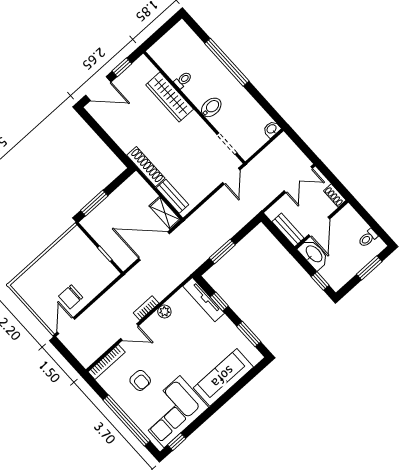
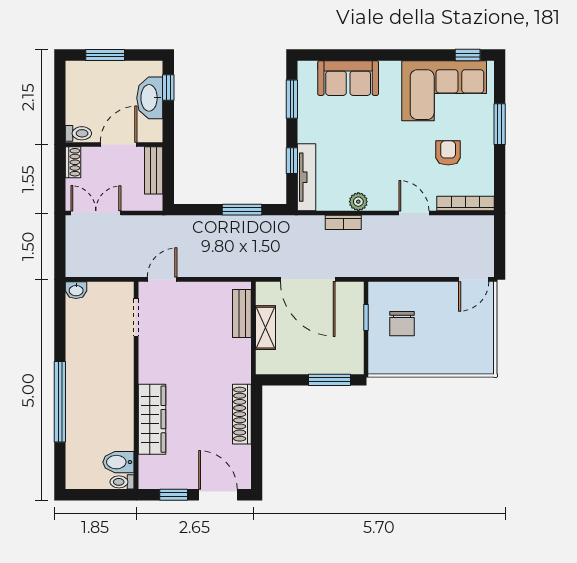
toilet: (183, 80) -> (122, 482), moved
bidet: (211, 107) -> (118, 462), moved
shoe rack: (146, 167) -> (242, 414), moved
shelving: (165, 213) -> (265, 328), moved
toilet: (368, 238) -> (78, 133), moved
washbasin: (314, 254) -> (150, 98), moved
chair: (71, 297) -> (402, 324), moved, turned 90
bookcase: (146, 308) -> (343, 222), moved
sofa: (223, 377) -> (348, 78), width x0.73
window: (126, 420) -> (500, 124), width x0.47

